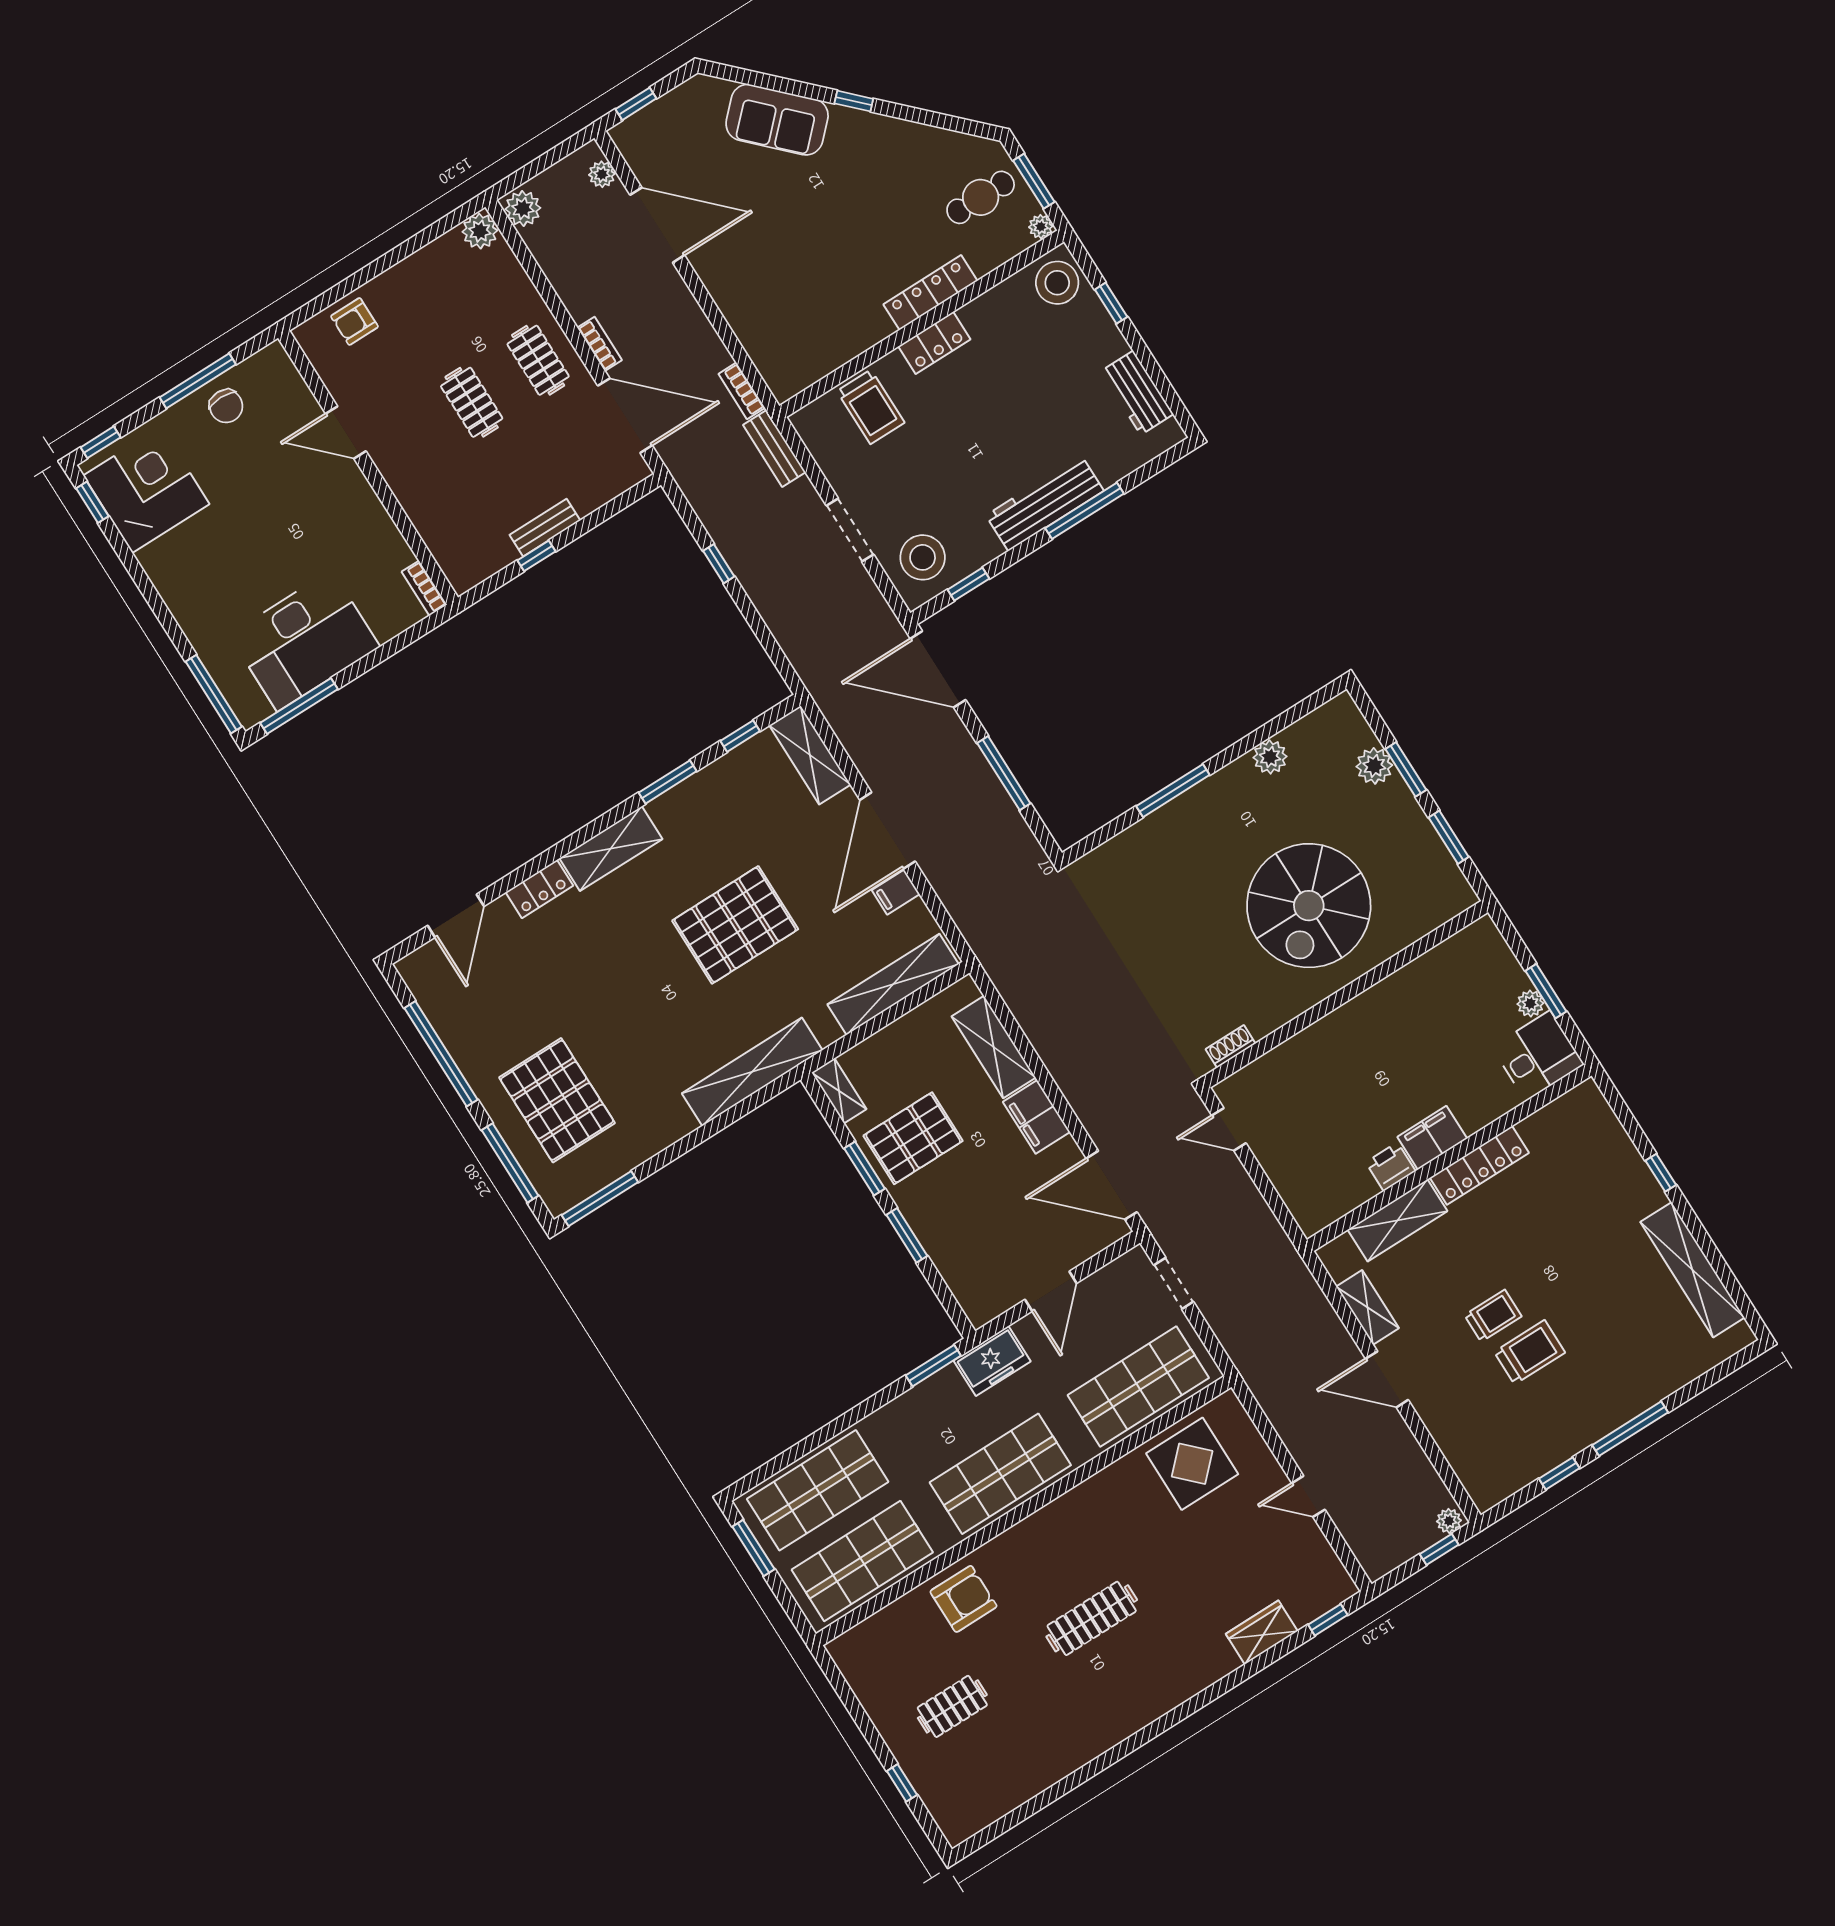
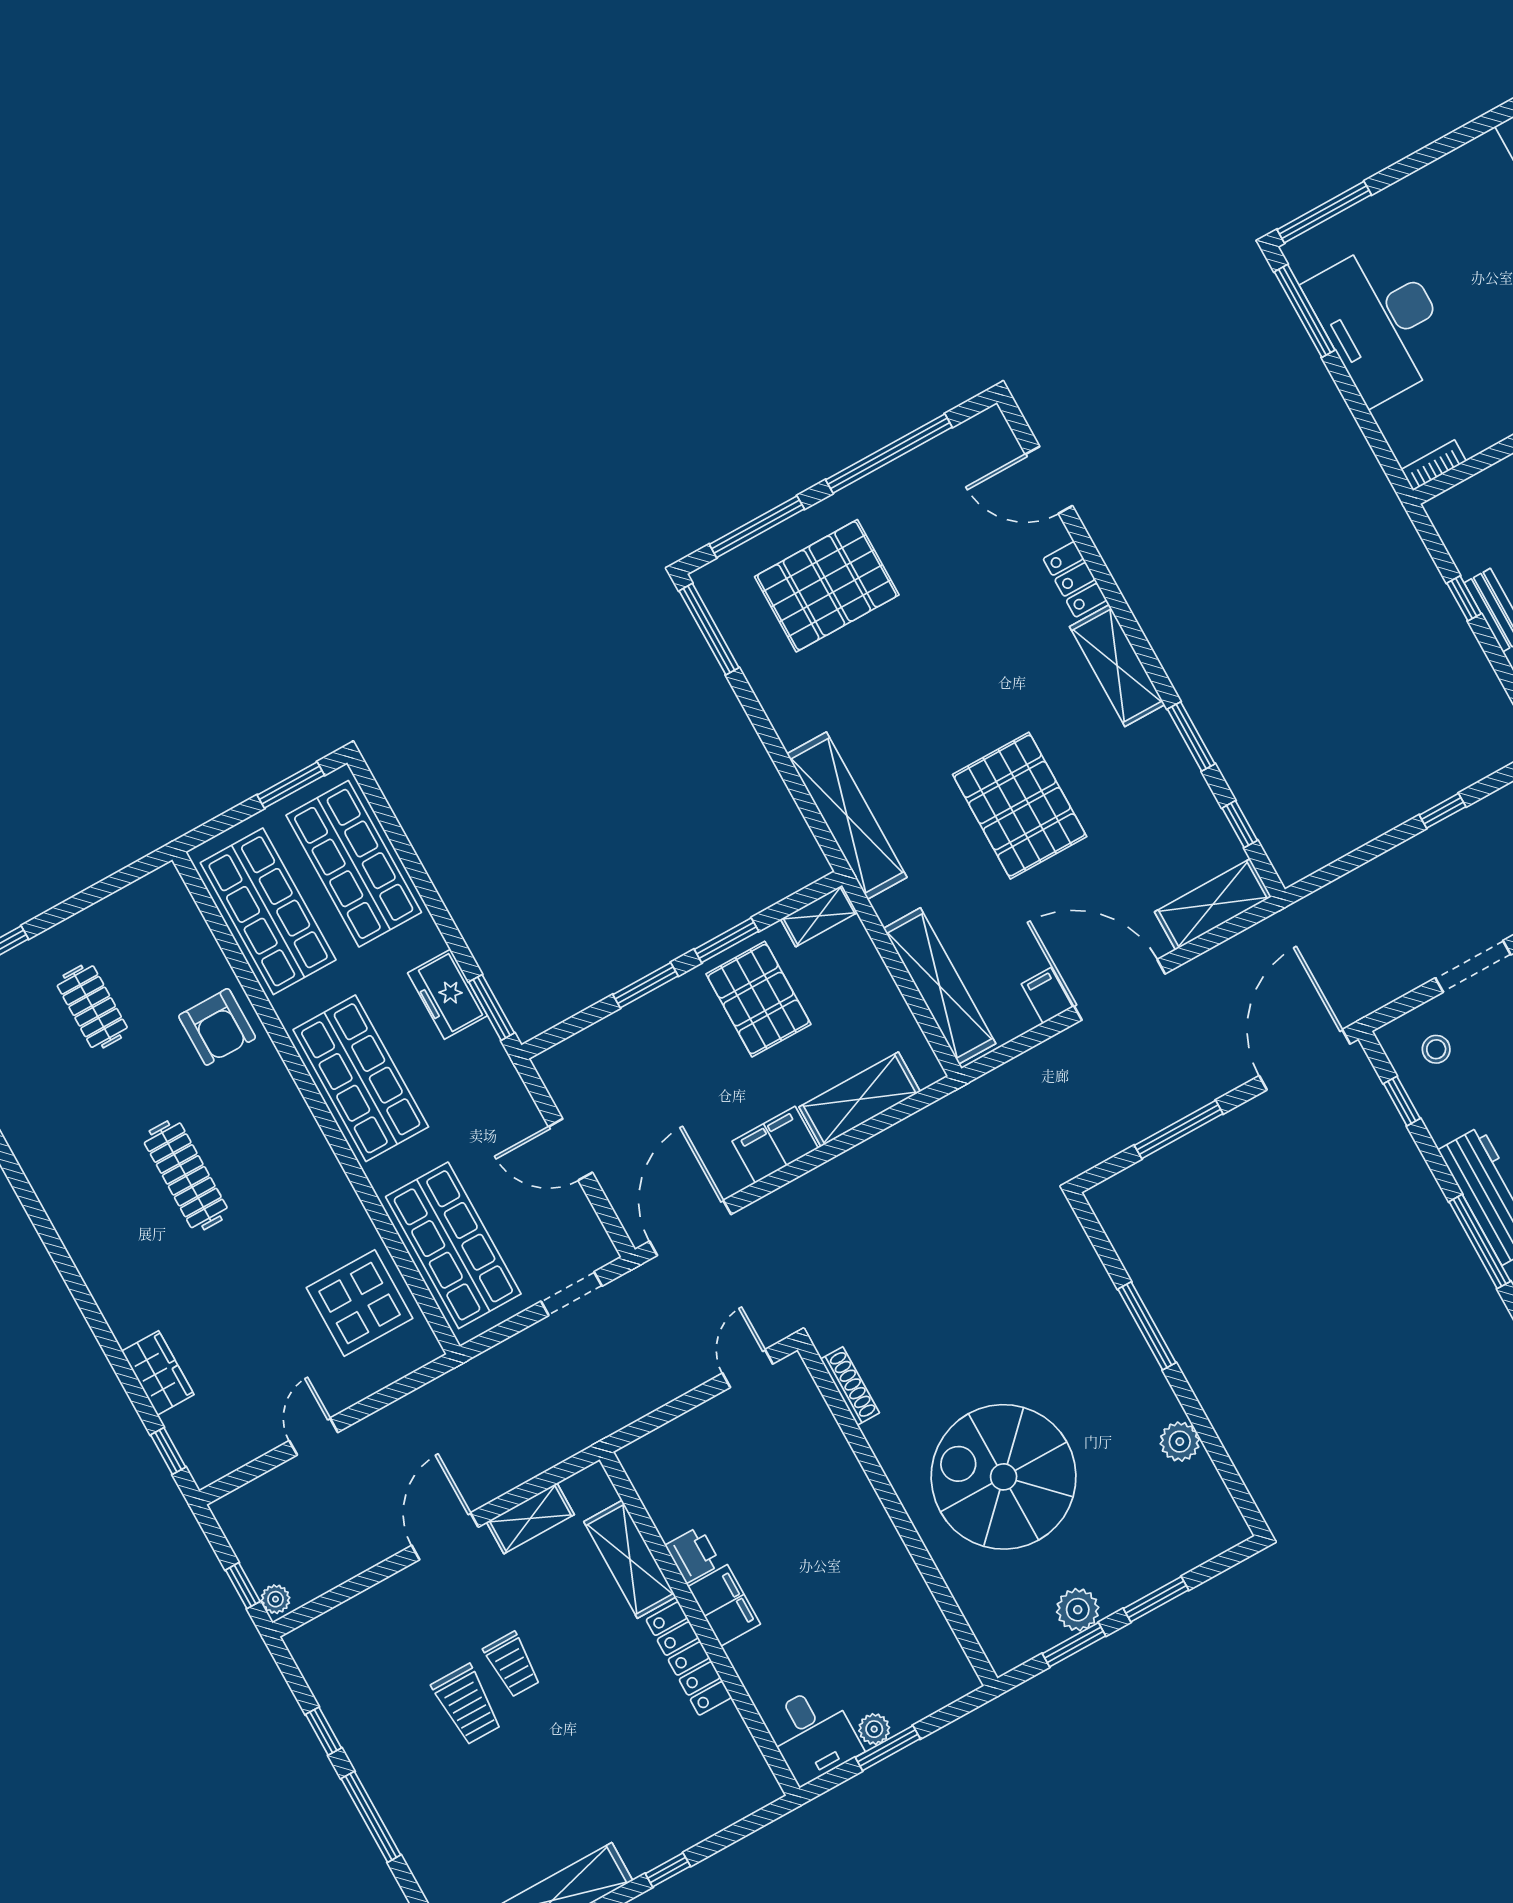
stool: (923, 557) -> (1436, 1049), width x0.53, depth x0.53
plant: (1374, 766) -> (1078, 1610), moved
shoe rack: (1231, 1046) -> (850, 1386), width x1.43
freezer: (992, 1361) -> (447, 994), moved

